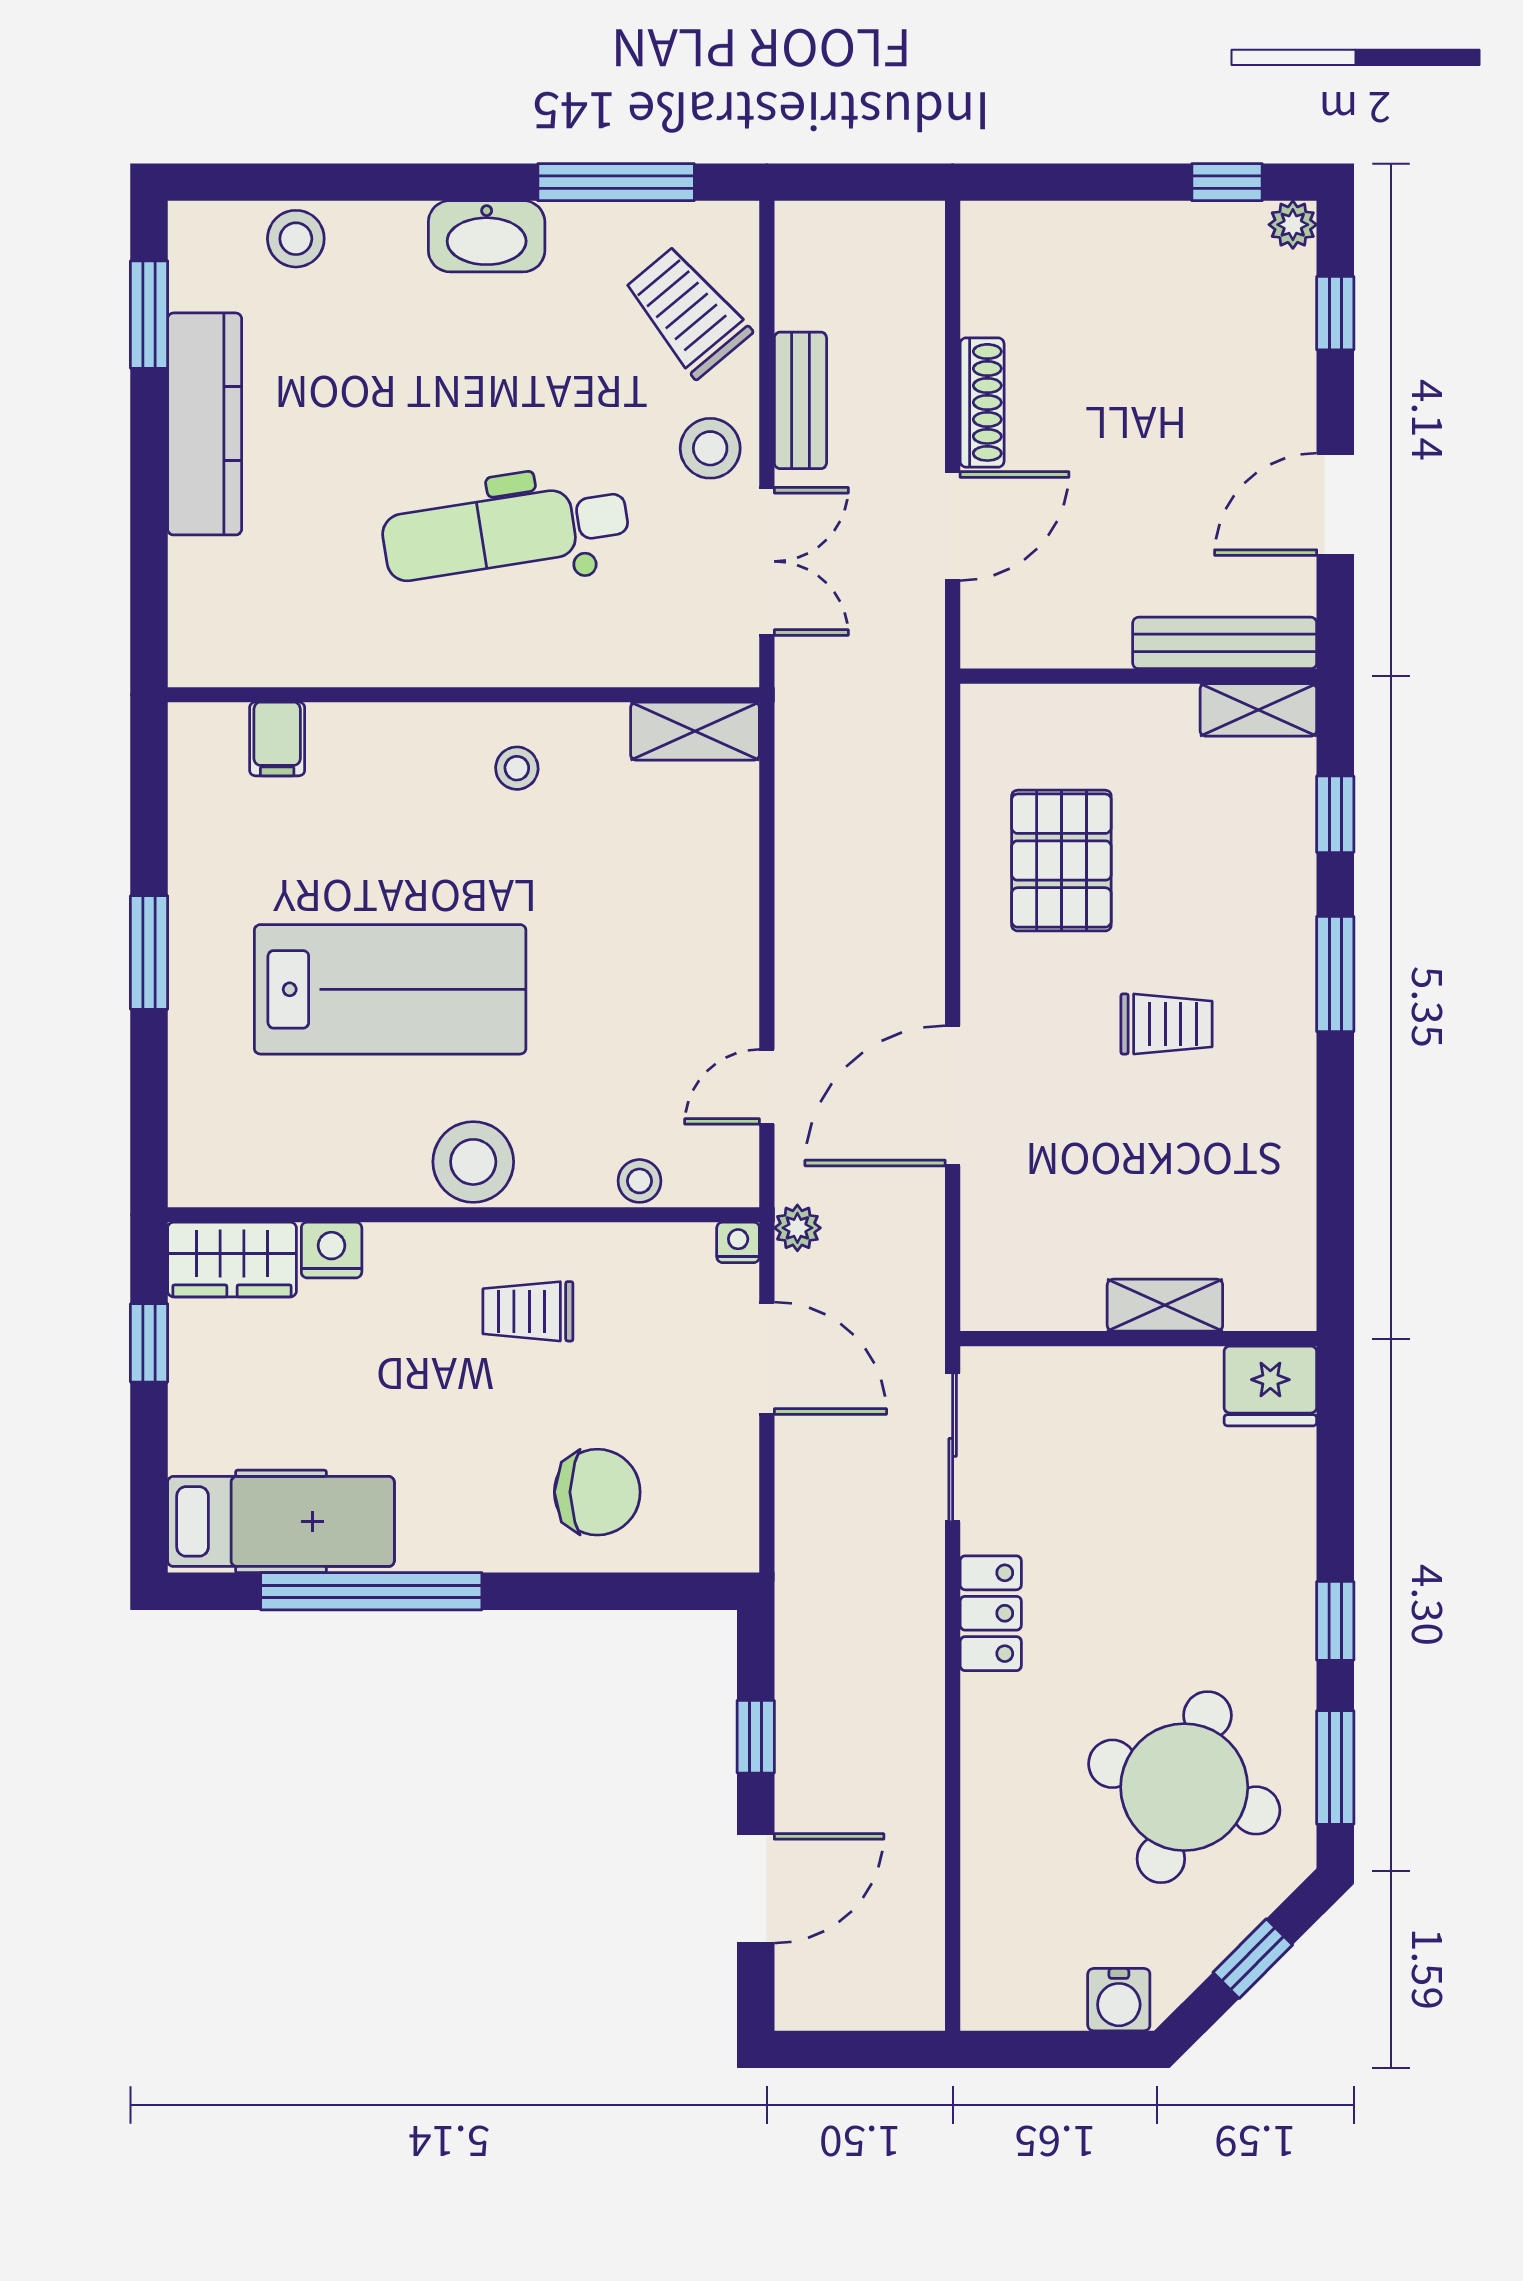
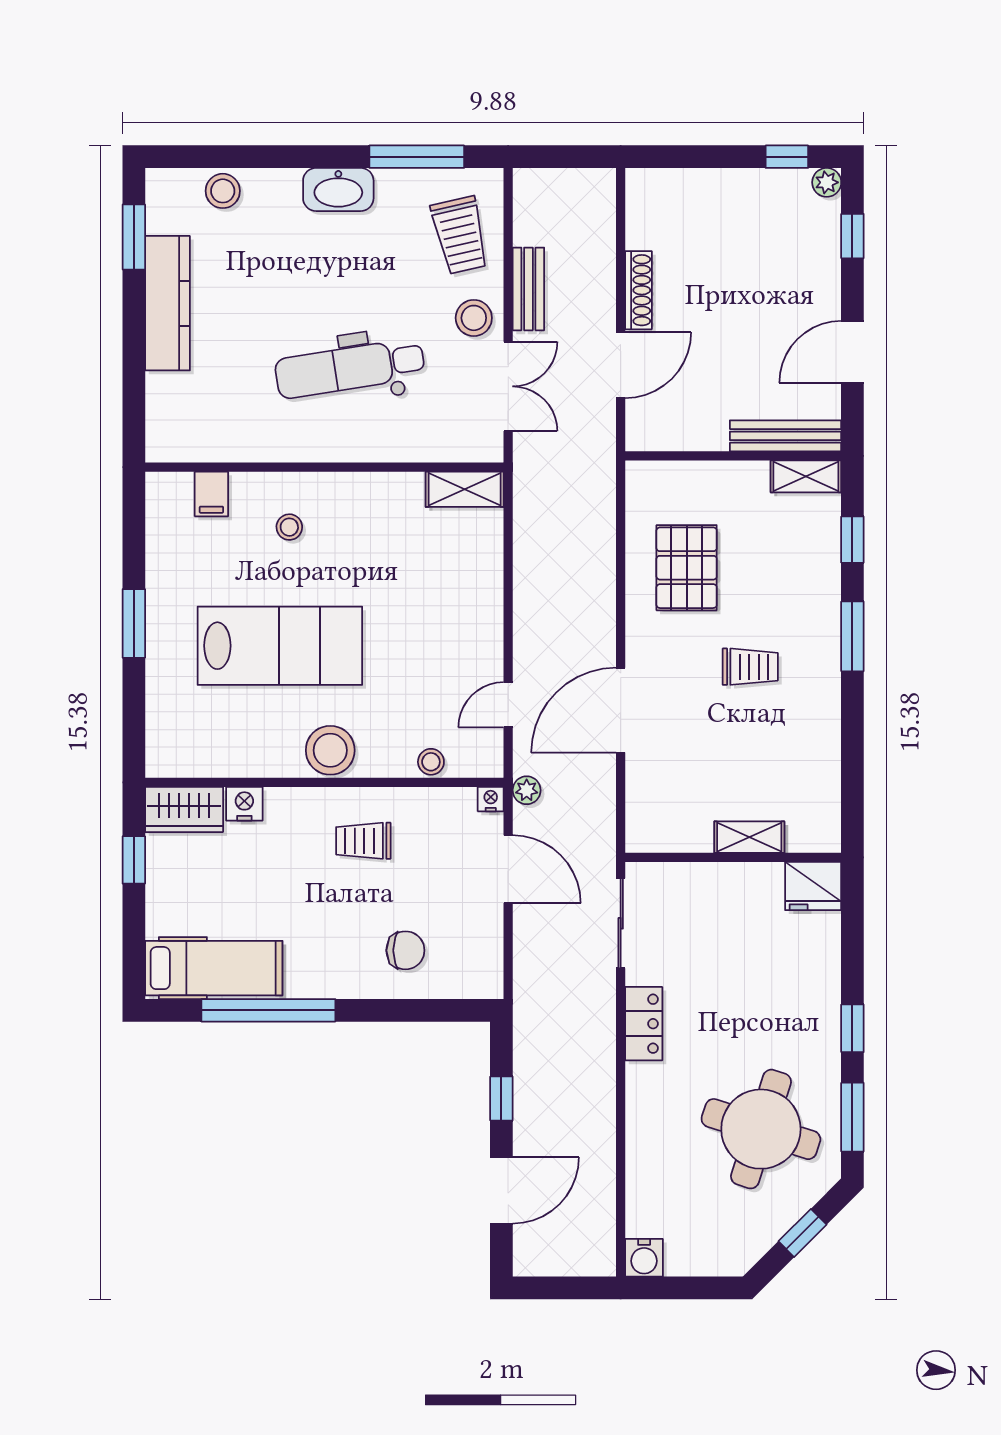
trolley: (687, 312) -> (460, 235), turned -153
stool: (517, 768) -> (289, 527), moved
chair: (597, 1492) -> (405, 950), width x0.73, depth x0.73
water cooler: (1119, 2000) -> (644, 1258), moved

